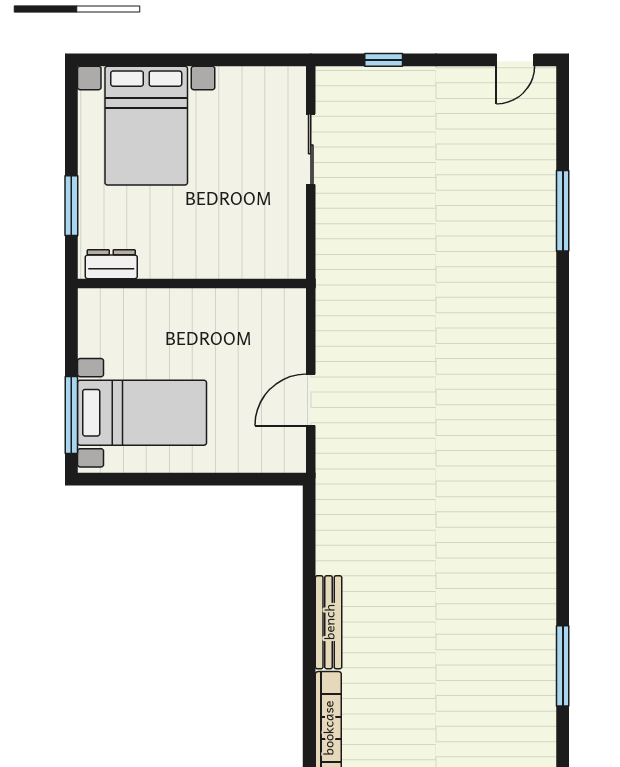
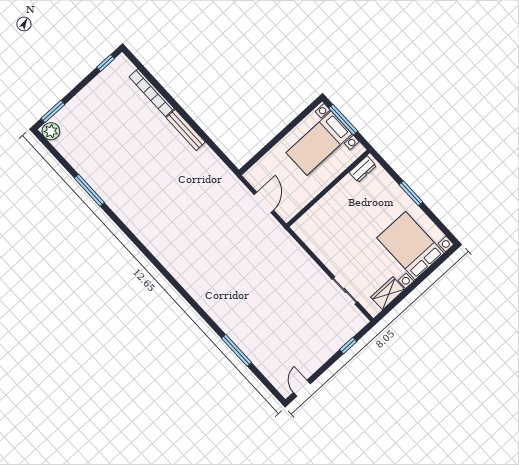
wardrobe: (249, 84) -> (388, 293), added
dresser: (111, 264) -> (363, 169), moved
wall: (192, 283) -> (328, 188), moved

